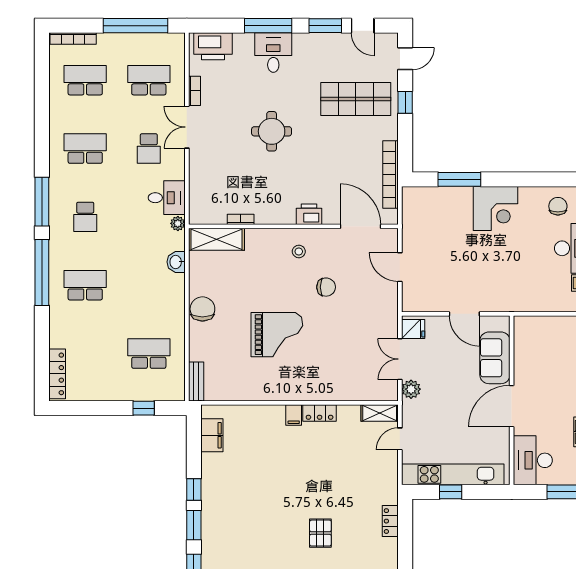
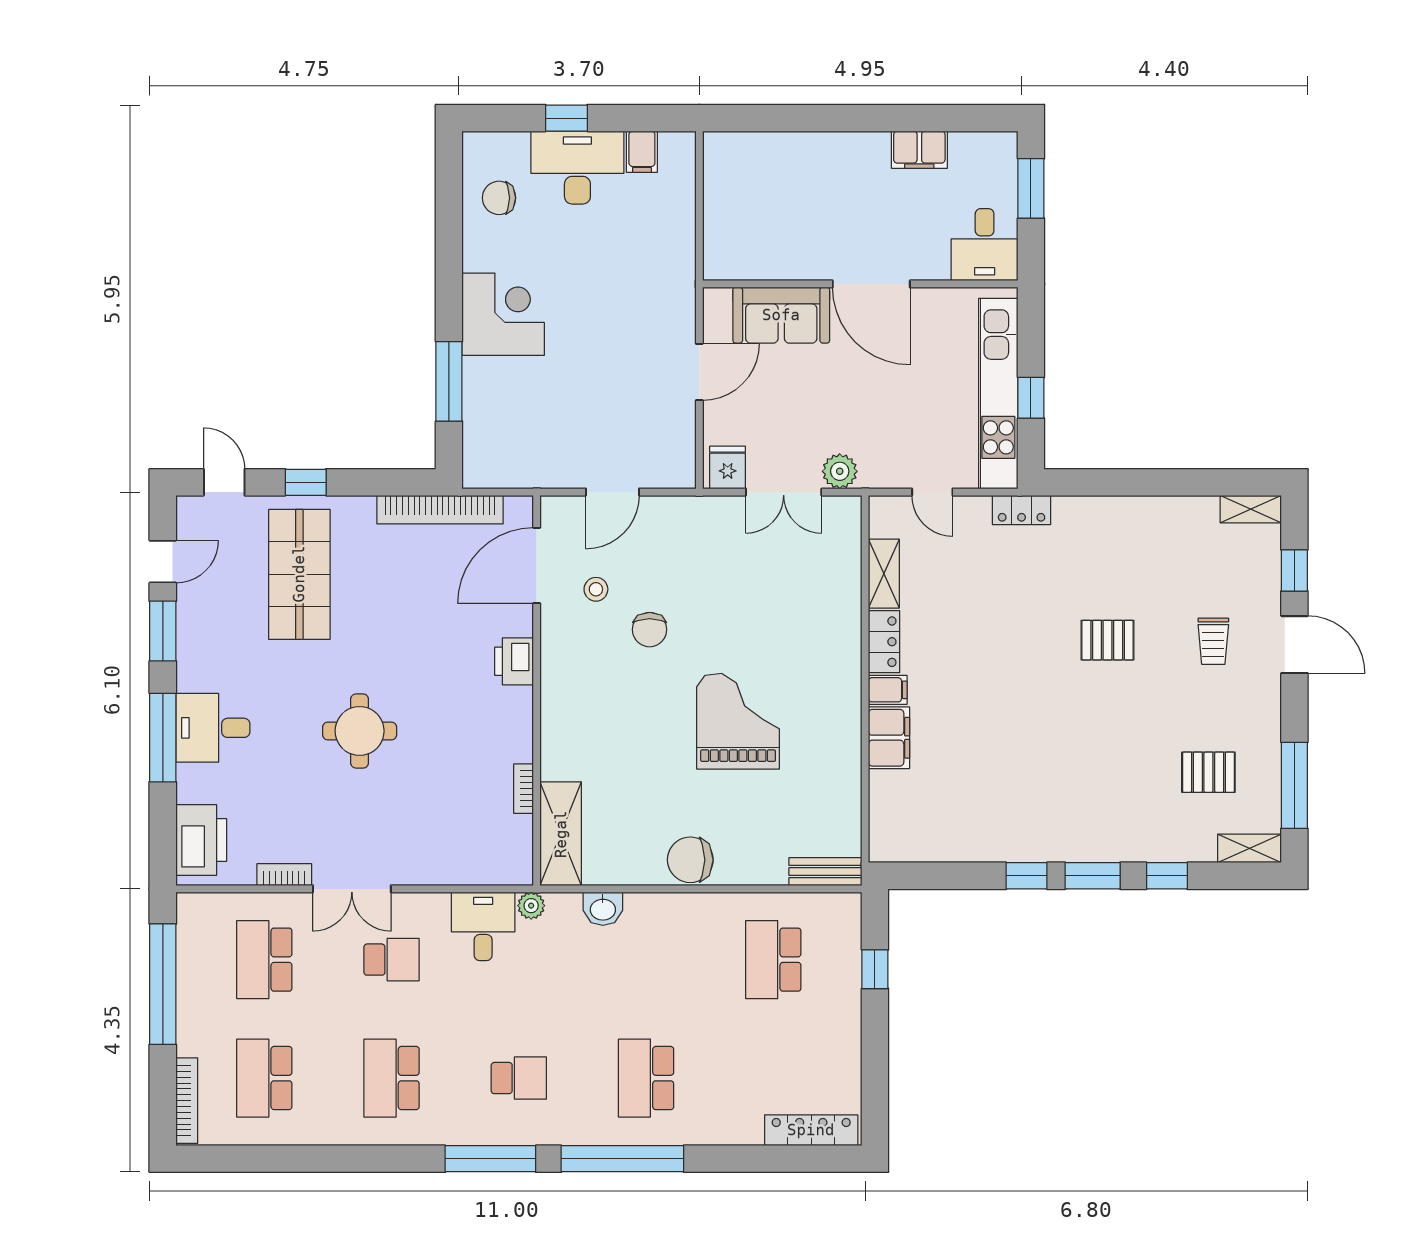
stool: (299, 251) -> (596, 589), moved
chair: (326, 287) -> (650, 630), turned 180
shelving: (380, 413) -> (884, 574), moved
filing cabinet: (212, 435) -> (889, 738), moved, turned 90
desk: (533, 460) -> (985, 245), width x0.73
locker: (390, 521) -> (1022, 510), moved

